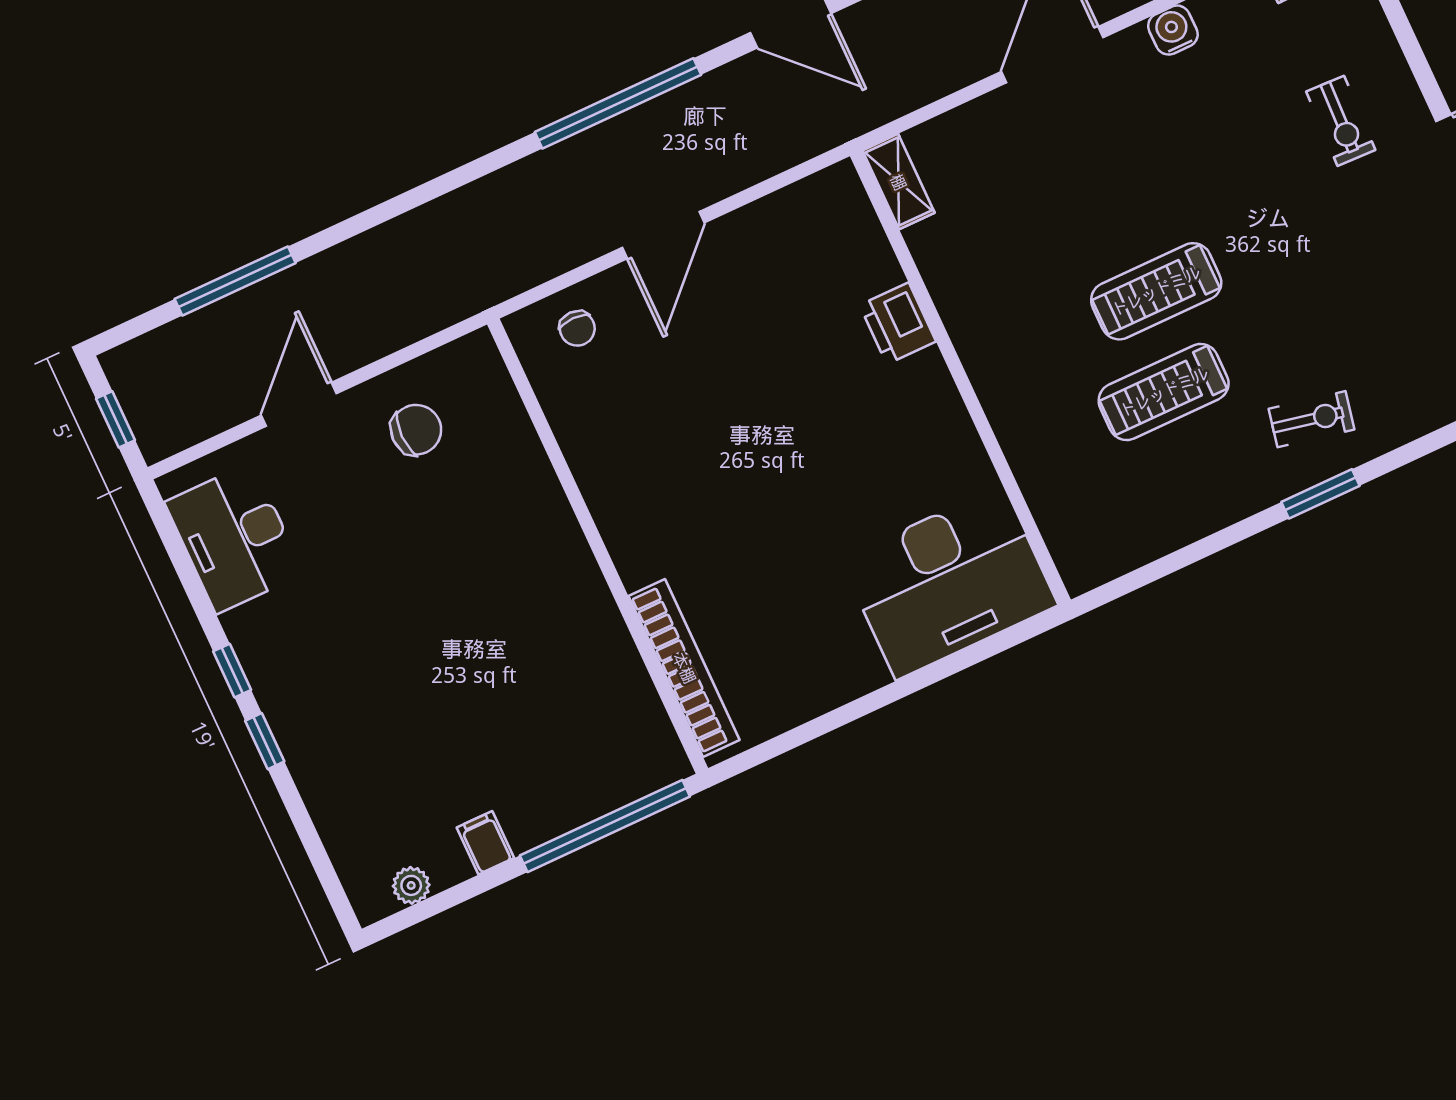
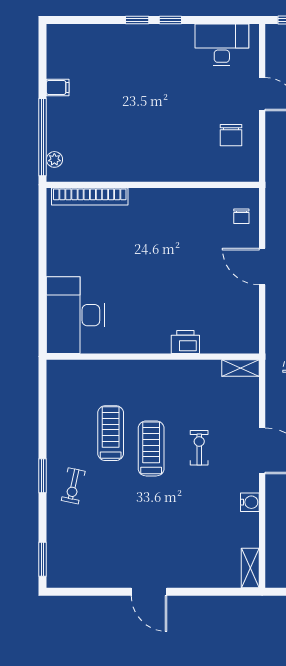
exercise bike: (1341, 121) -> (199, 448), moved, turned 88
chair: (577, 328) -> (241, 216), turned -90
plant: (411, 885) -> (54, 159), moved

